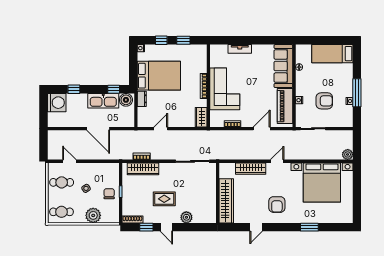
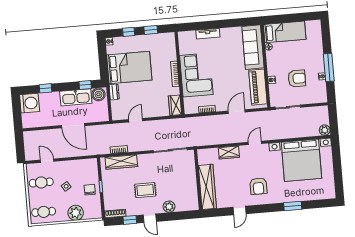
bed: (332, 54) -> (285, 32), moved, turned 180
wardrobe: (251, 169) -> (229, 152), width x0.67

